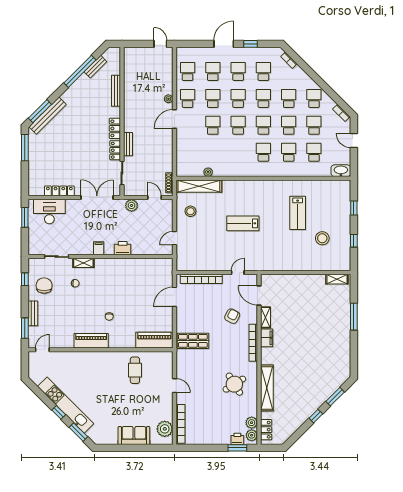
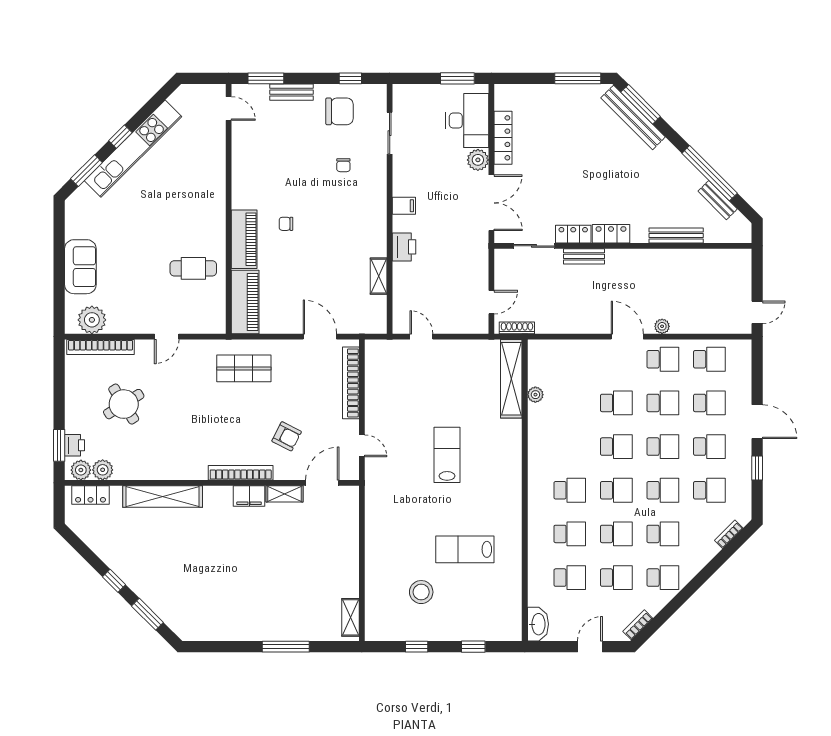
plant: (132, 205) -> (478, 160), moved
stool: (190, 211) -> (468, 364), removed
shelving: (83, 263) -> (379, 276), moved
piano: (91, 341) -> (244, 239), moved
shop shelf: (193, 341) -> (244, 368), turned 90
round table: (234, 384) -> (124, 404), moved

